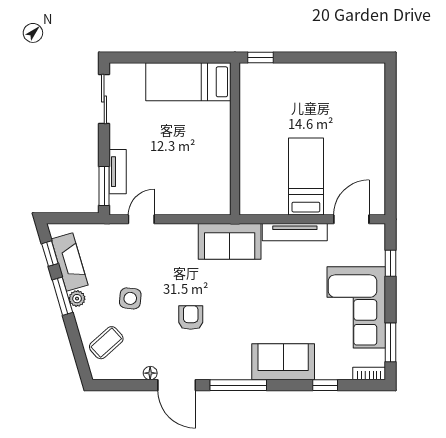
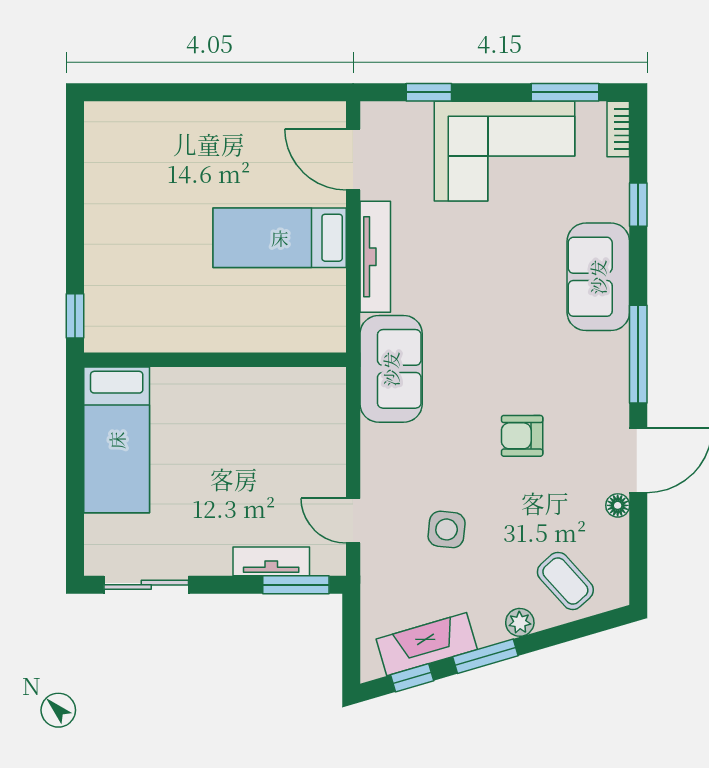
side table: (130, 298) -> (447, 529), moved
plant: (77, 299) -> (520, 622), moved

